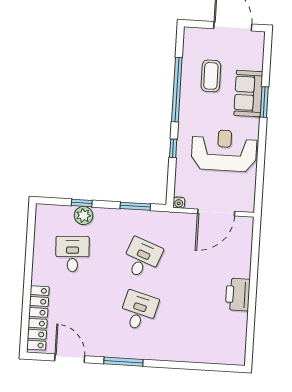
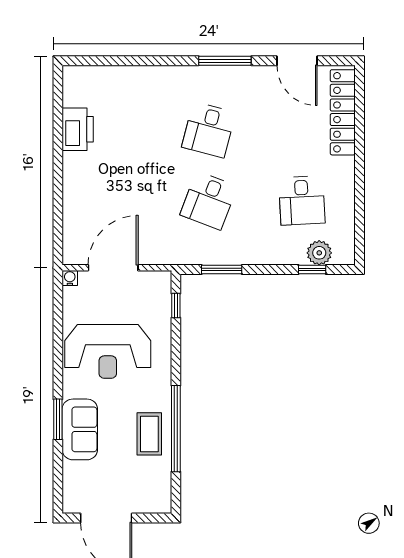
coffee table: (211, 76) -> (149, 434), moved
window: (173, 148) -> (176, 306), moved
window: (82, 203) -> (312, 269), moved
water cooler: (179, 203) -> (70, 278), moved
plant: (84, 216) -> (319, 253), moved
printer: (238, 295) -> (78, 129), moved

